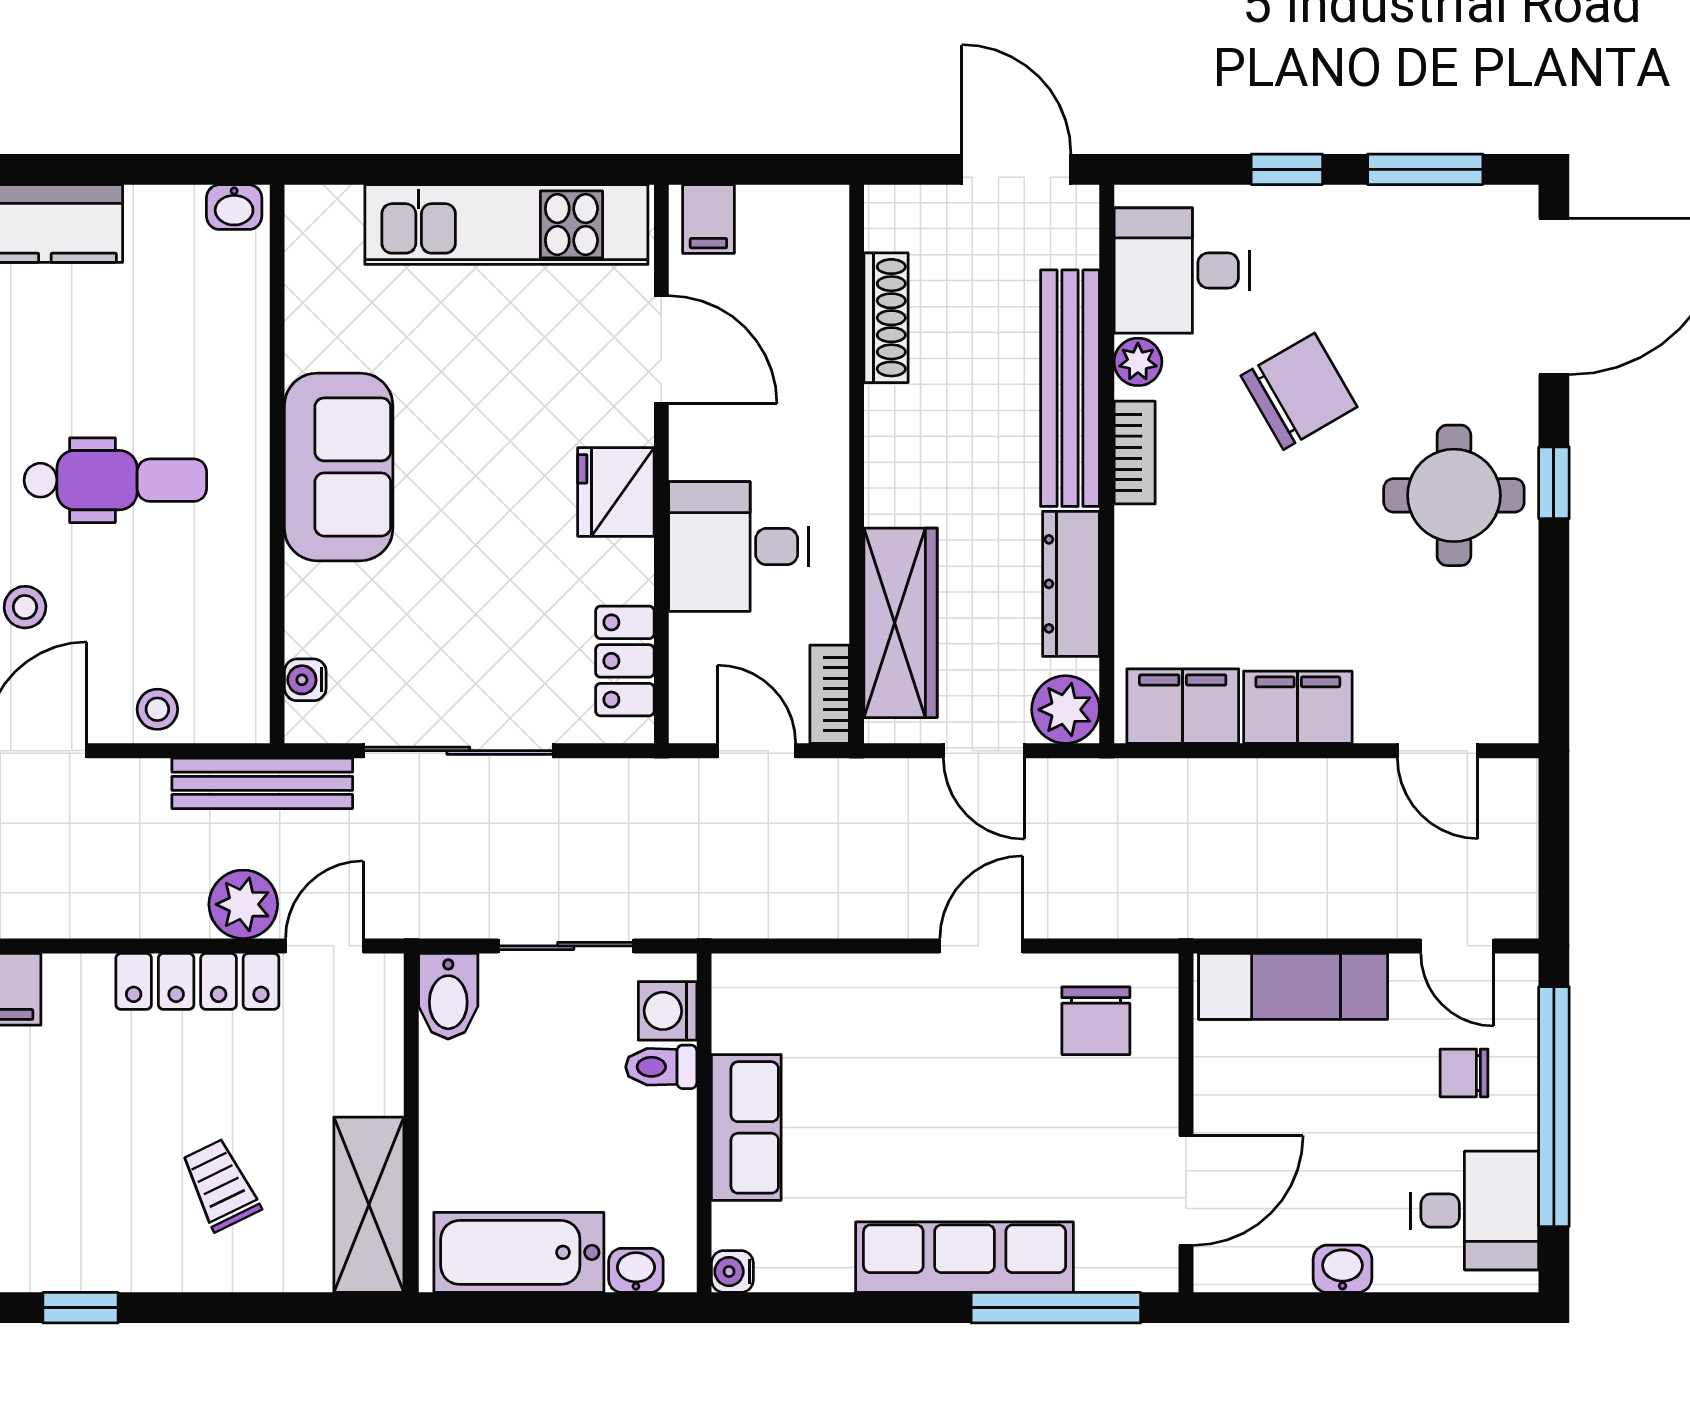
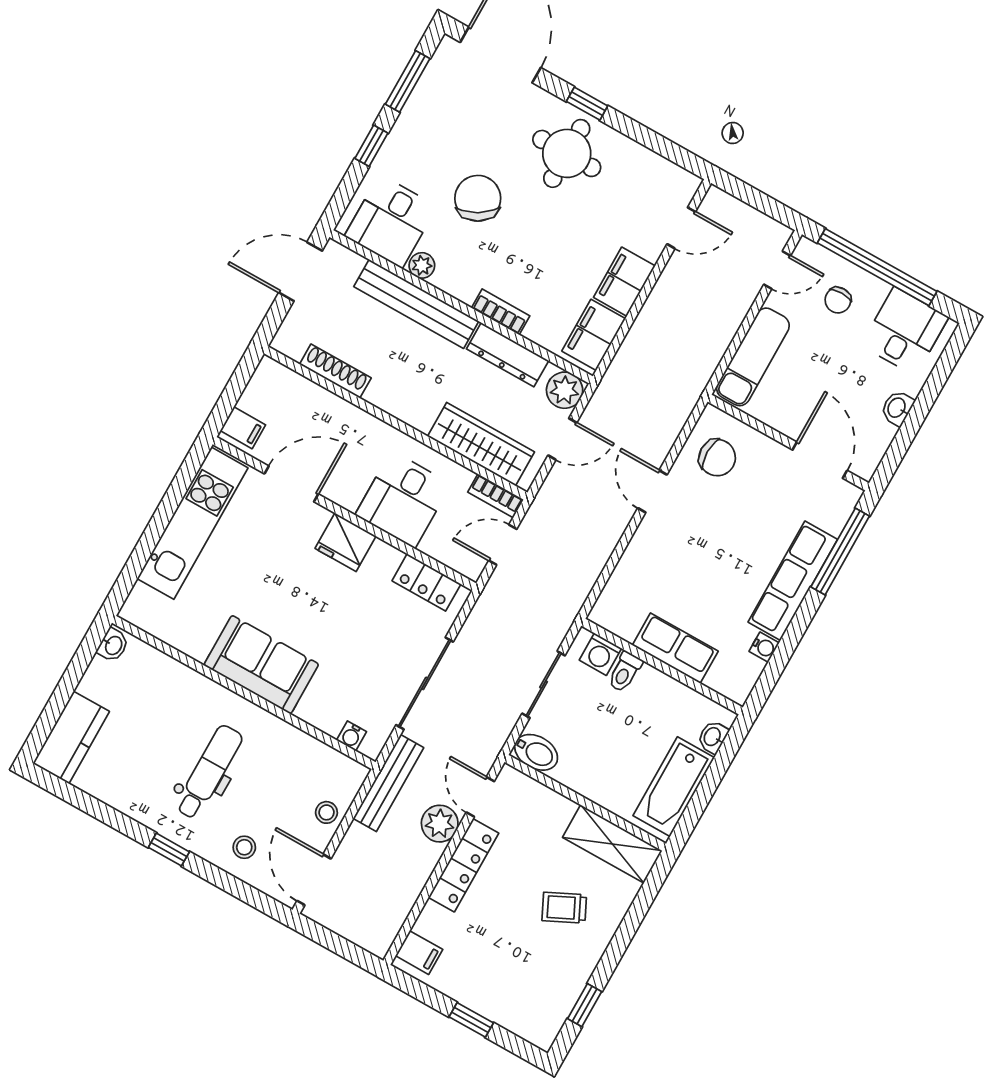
bookcase: (1135, 453) -> (501, 312), moved
water cooler: (732, 1272) -> (764, 647), moved, turned -90

